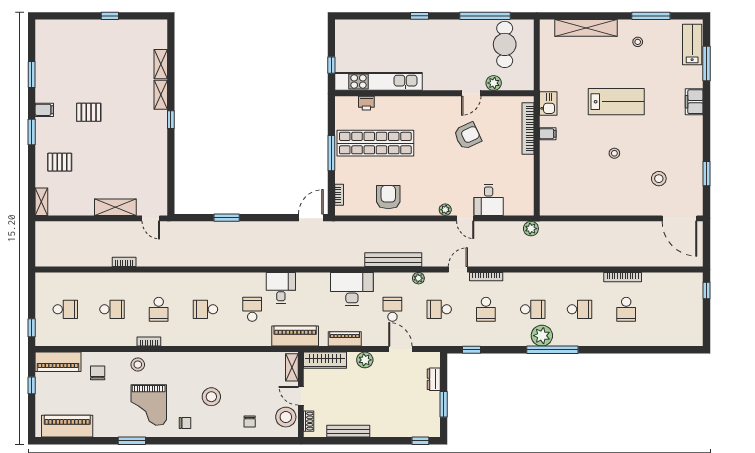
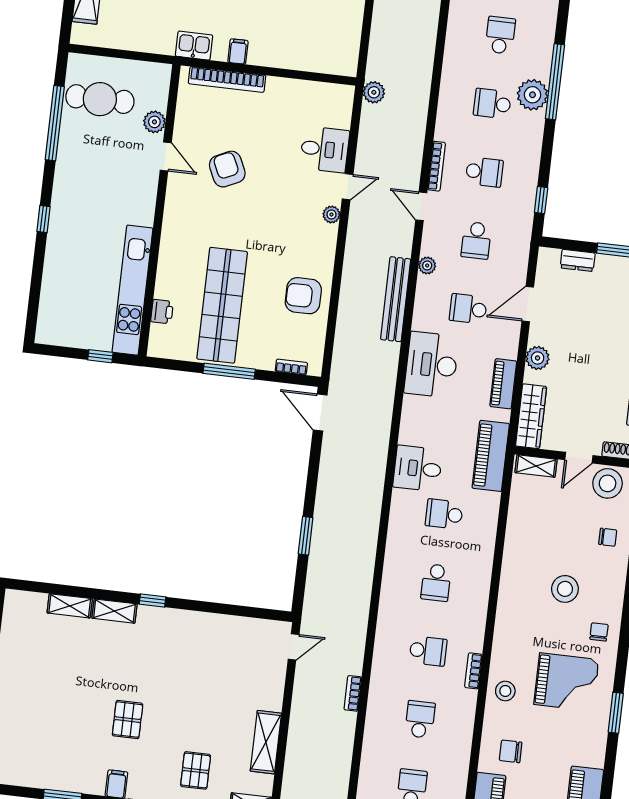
shelving: (115, 207) -> (266, 742), moved
school desk: (533, 309) -> (492, 104), turned -90

